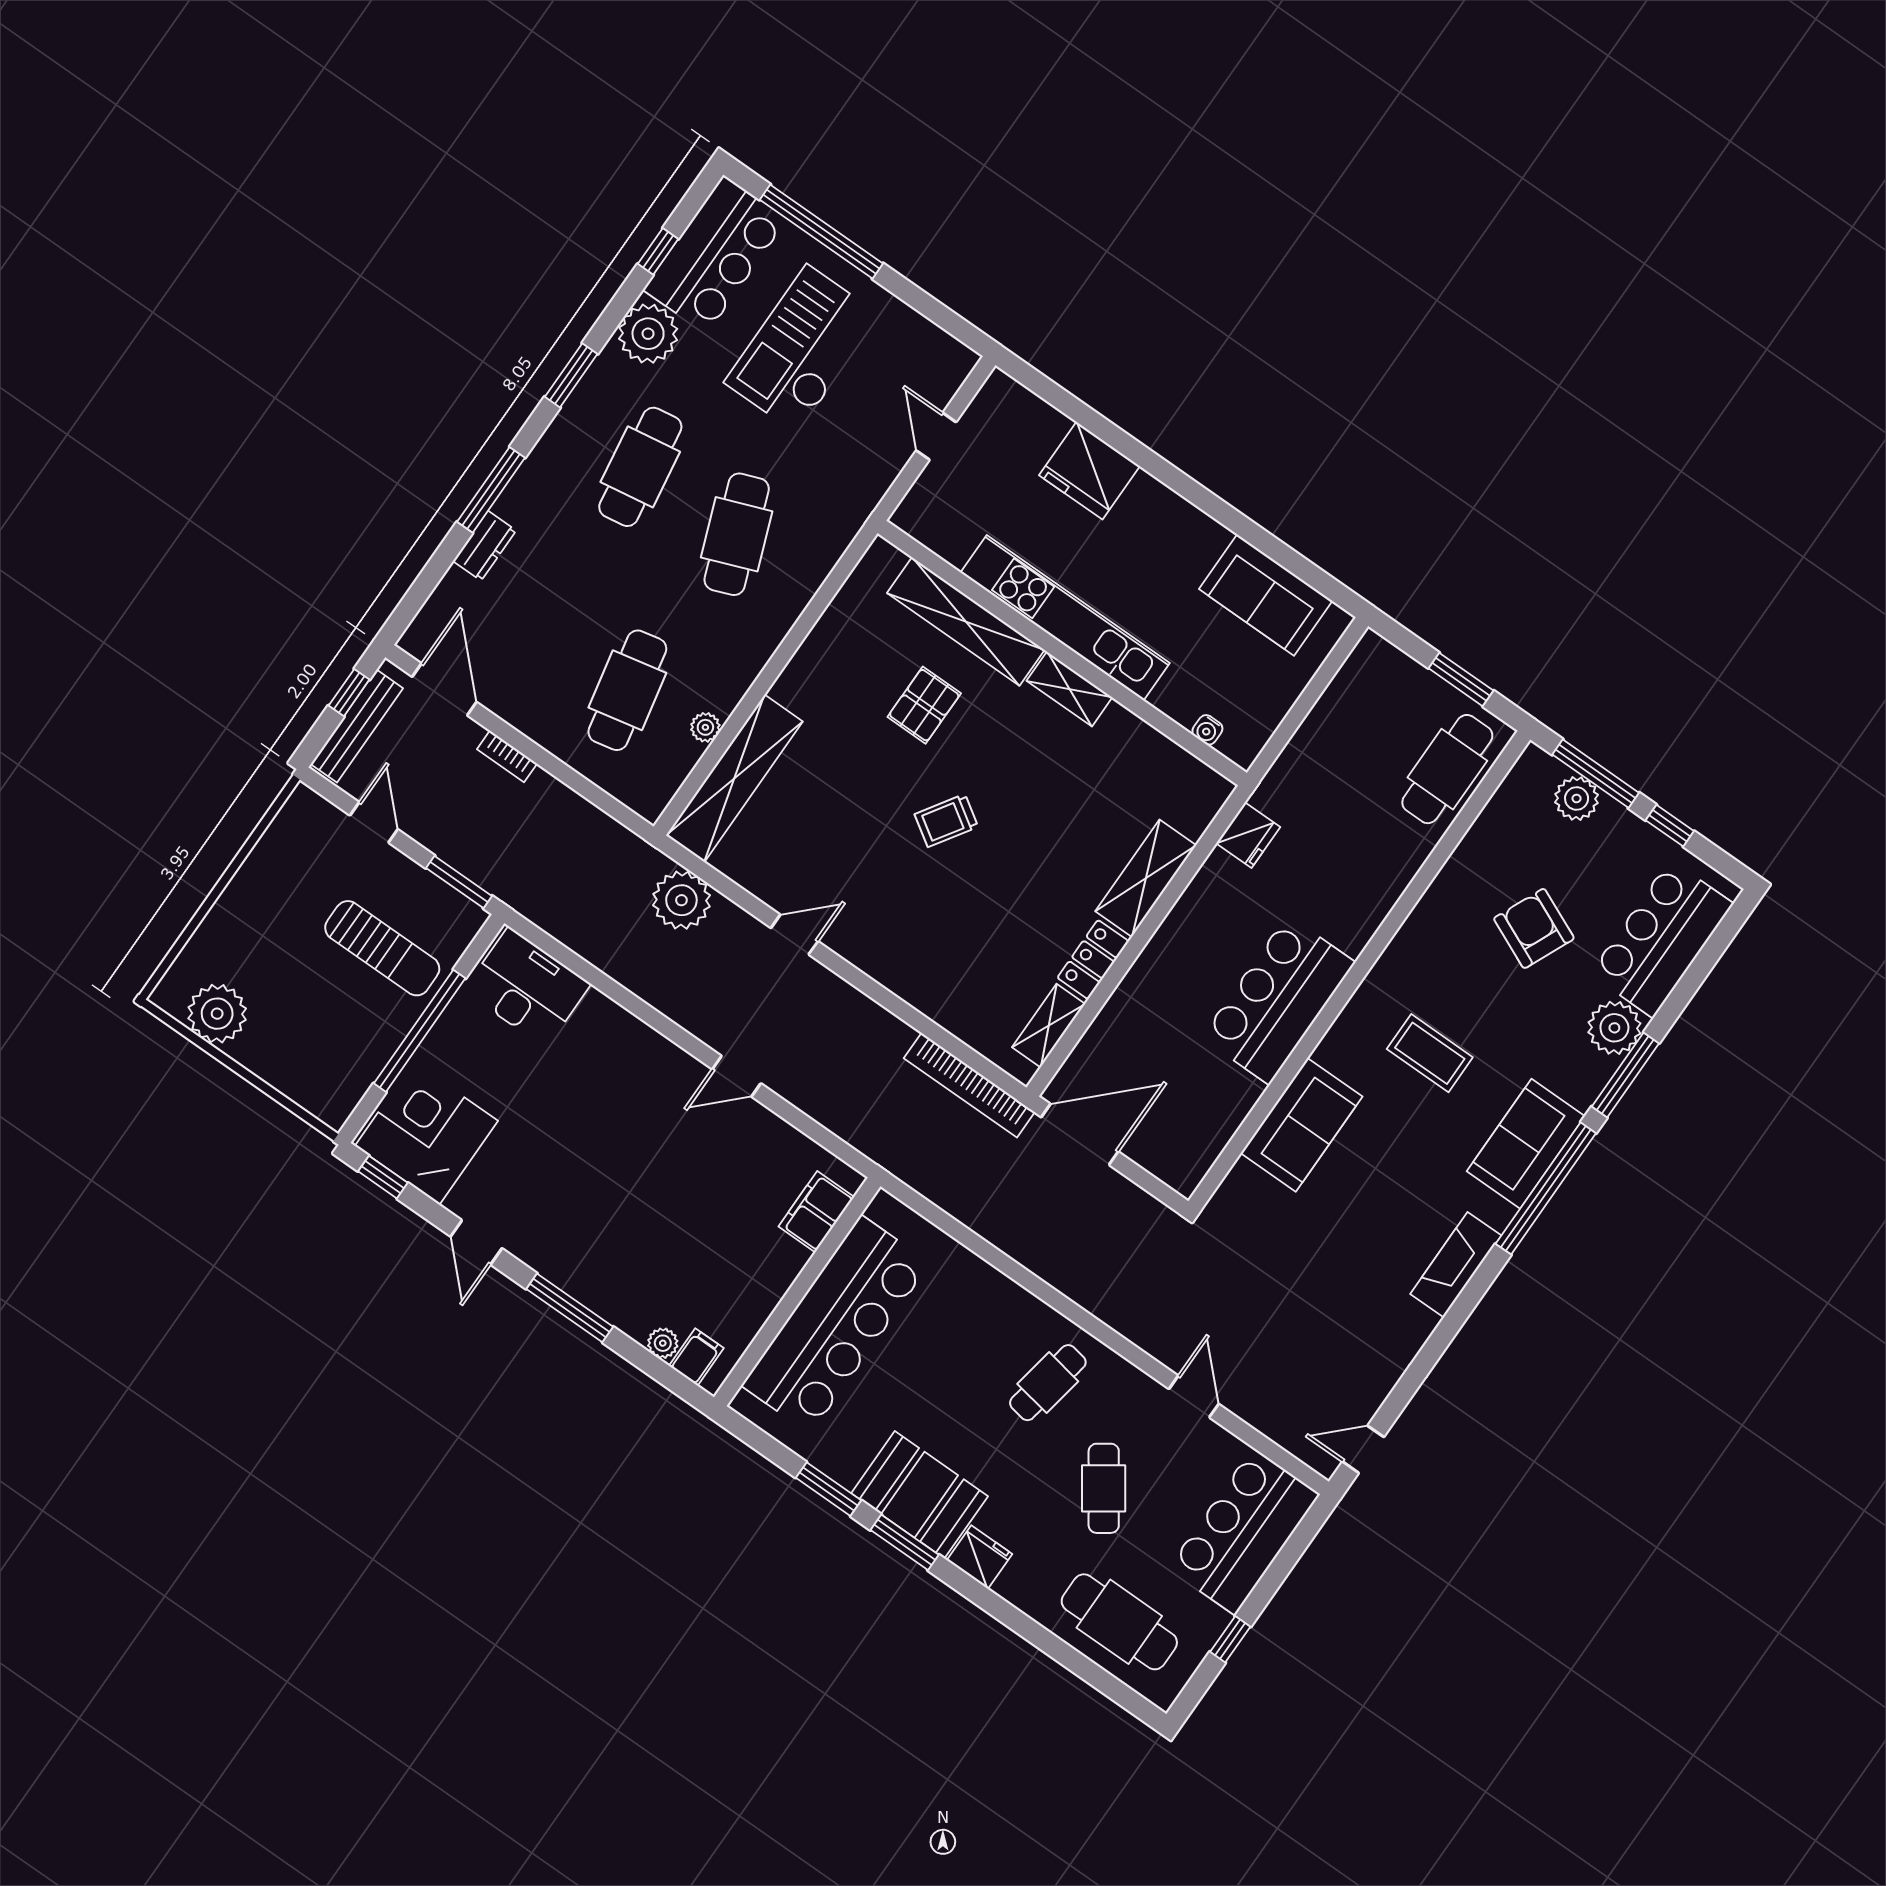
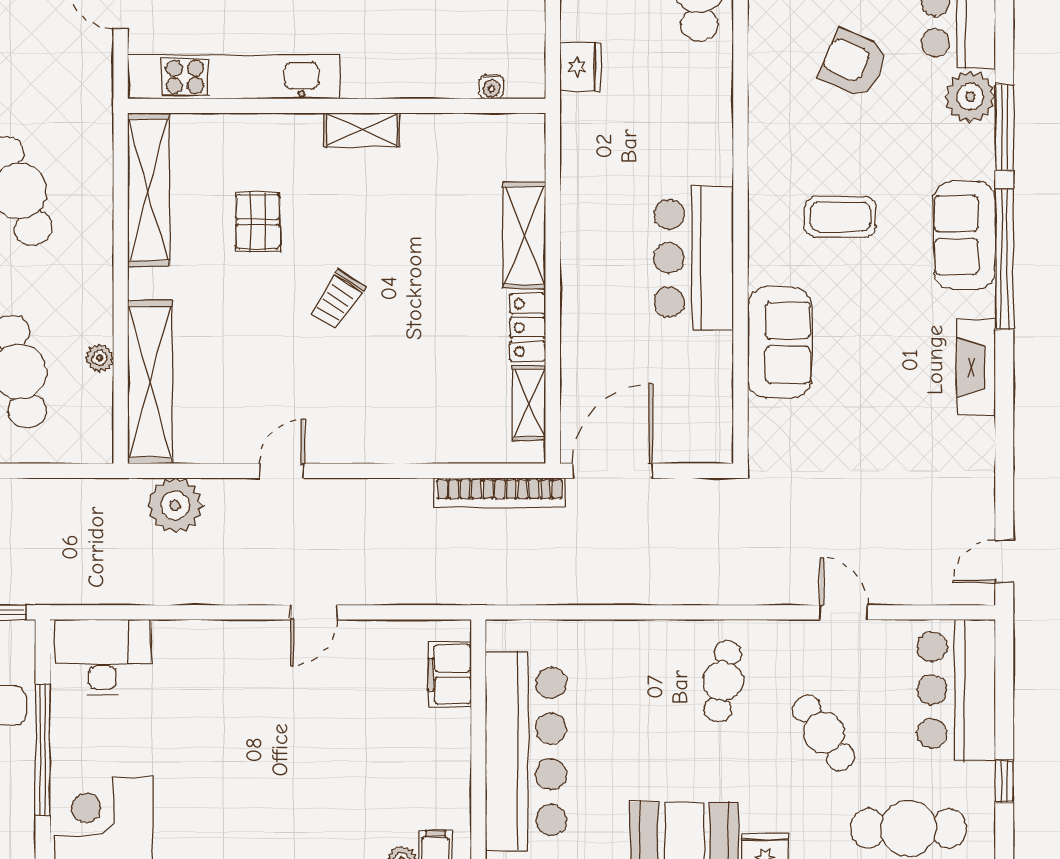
kitchen unit: (1065, 618) -> (234, 77), moved
shelving: (966, 621) -> (149, 190), moved, turned 90
fridge: (1248, 835) -> (580, 67), moved

